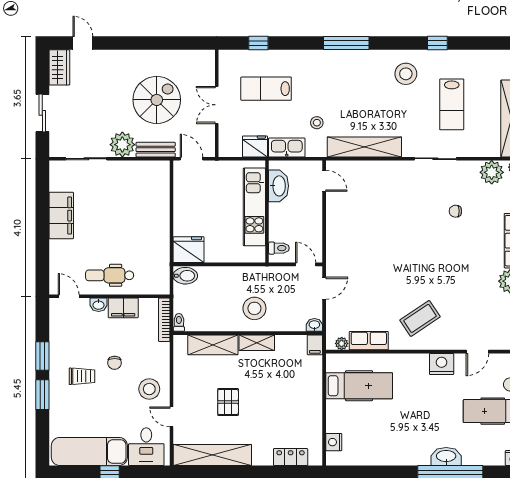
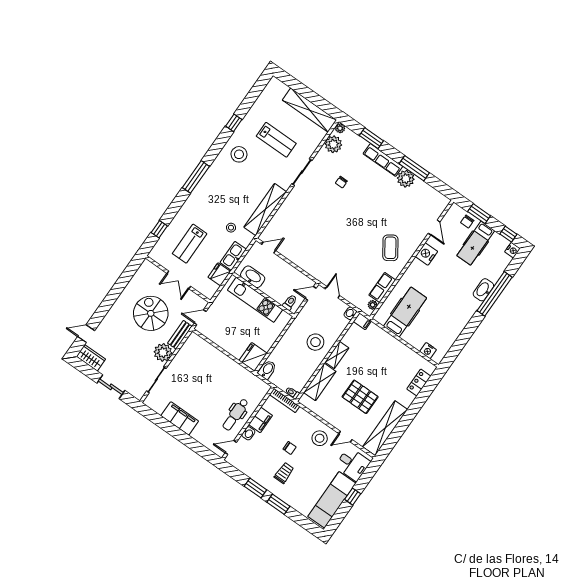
pallet: (228, 402) -> (360, 397), width x1.50, depth x1.42

